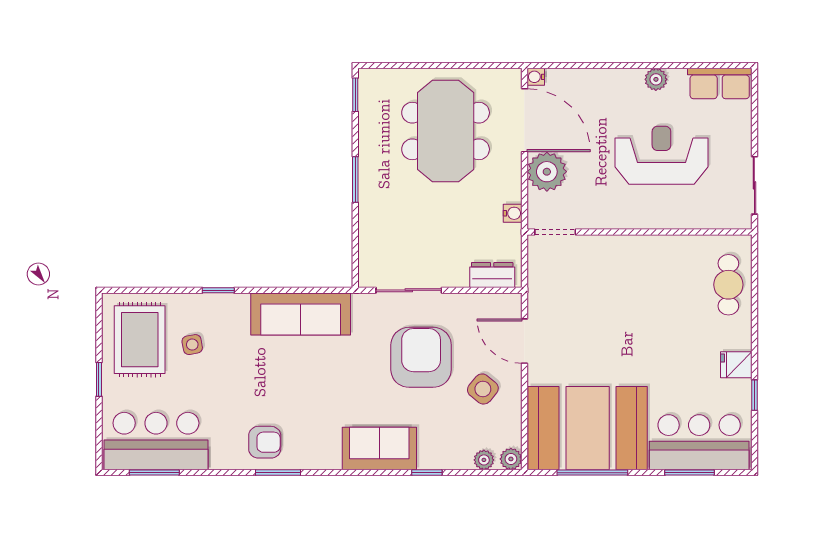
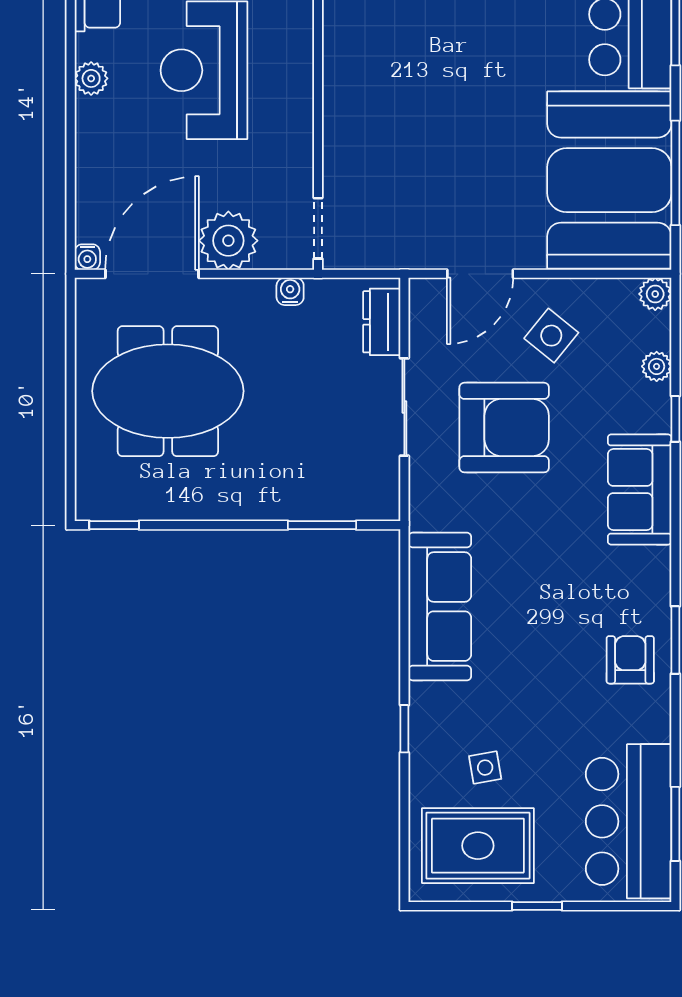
window: (355, 179) -> (322, 525), moved
sliding door: (409, 290) -> (404, 407), moved
armchair: (421, 357) -> (504, 428), turned 180
plant: (484, 460) -> (657, 366), moved

